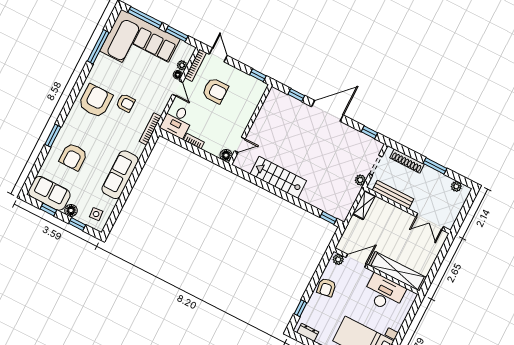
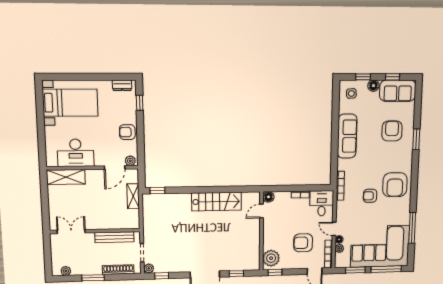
plant: (255, 92) -> (271, 258), added
plant: (360, 180) -> (149, 268), moved
shelving: (364, 205) -> (133, 196), moved
shelving: (397, 271) -> (66, 177), width x0.68
armchair: (326, 287) -> (127, 132), turned -81

